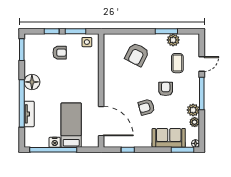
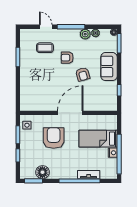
plant: (173, 40) -> (25, 51), removed
armchair: (60, 53) -> (54, 138), moved, width x1.88, depth x1.88
armchair: (137, 55) -> (38, 82), removed
floor lamp: (32, 82) -> (42, 172), moved
door: (101, 121) -> (70, 113), moved
sofa: (169, 138) -> (109, 67), moved

